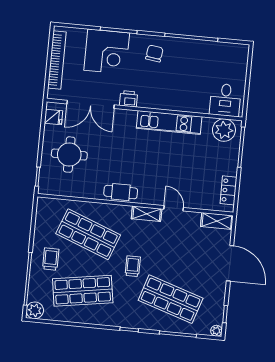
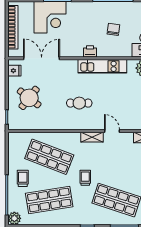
chair: (154, 53) -> (113, 29), moved
printer: (128, 99) -> (90, 51), moved
double door: (91, 104) -> (42, 58), swing flipped
round table: (69, 155) -> (29, 98), turned 38
cafe table: (121, 192) -> (79, 103), moved

